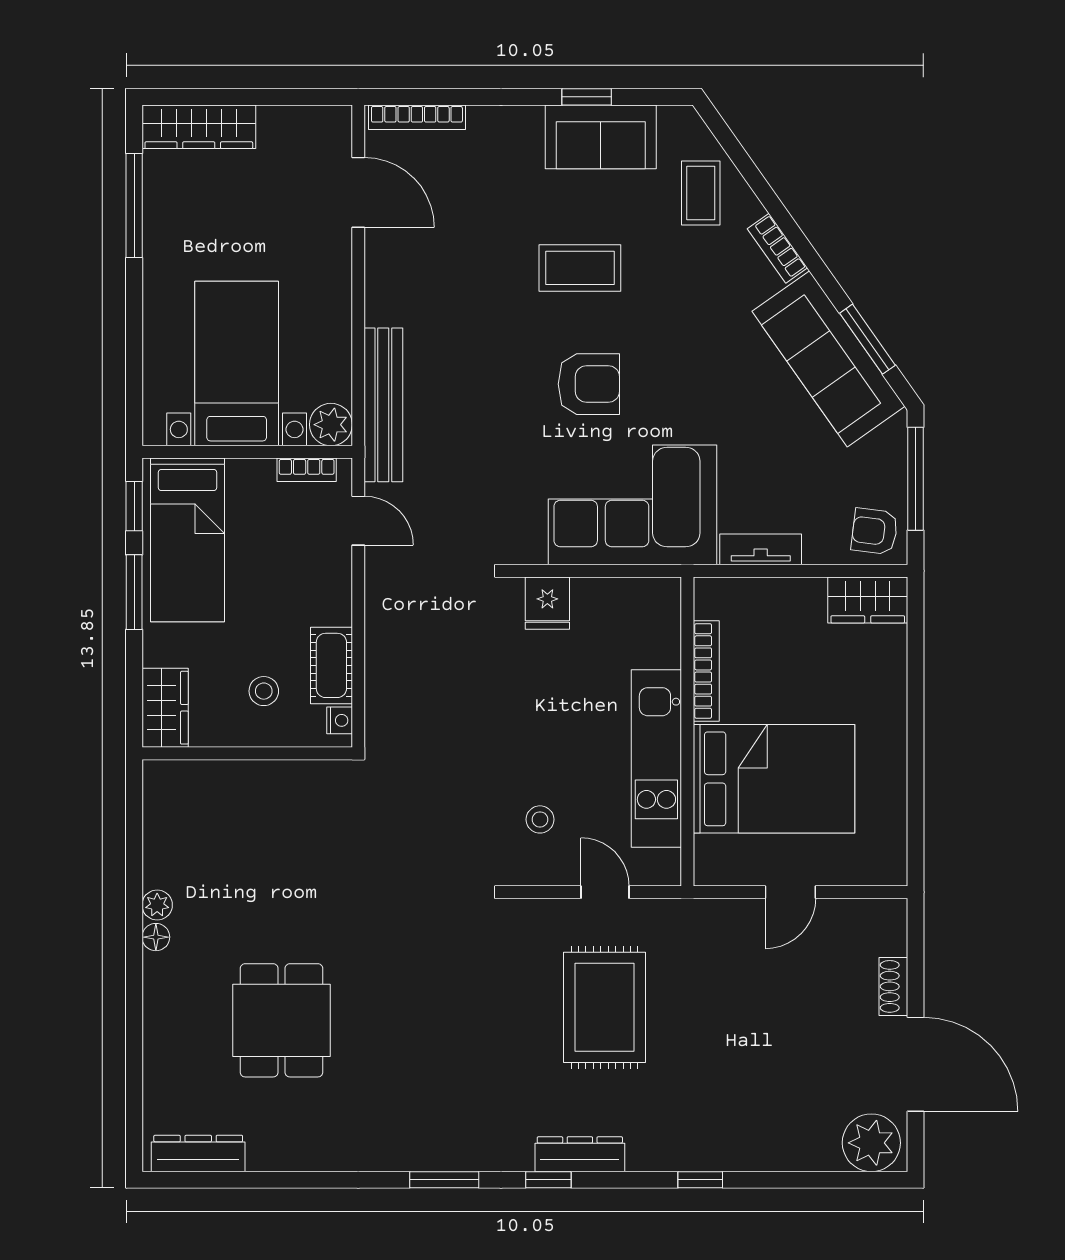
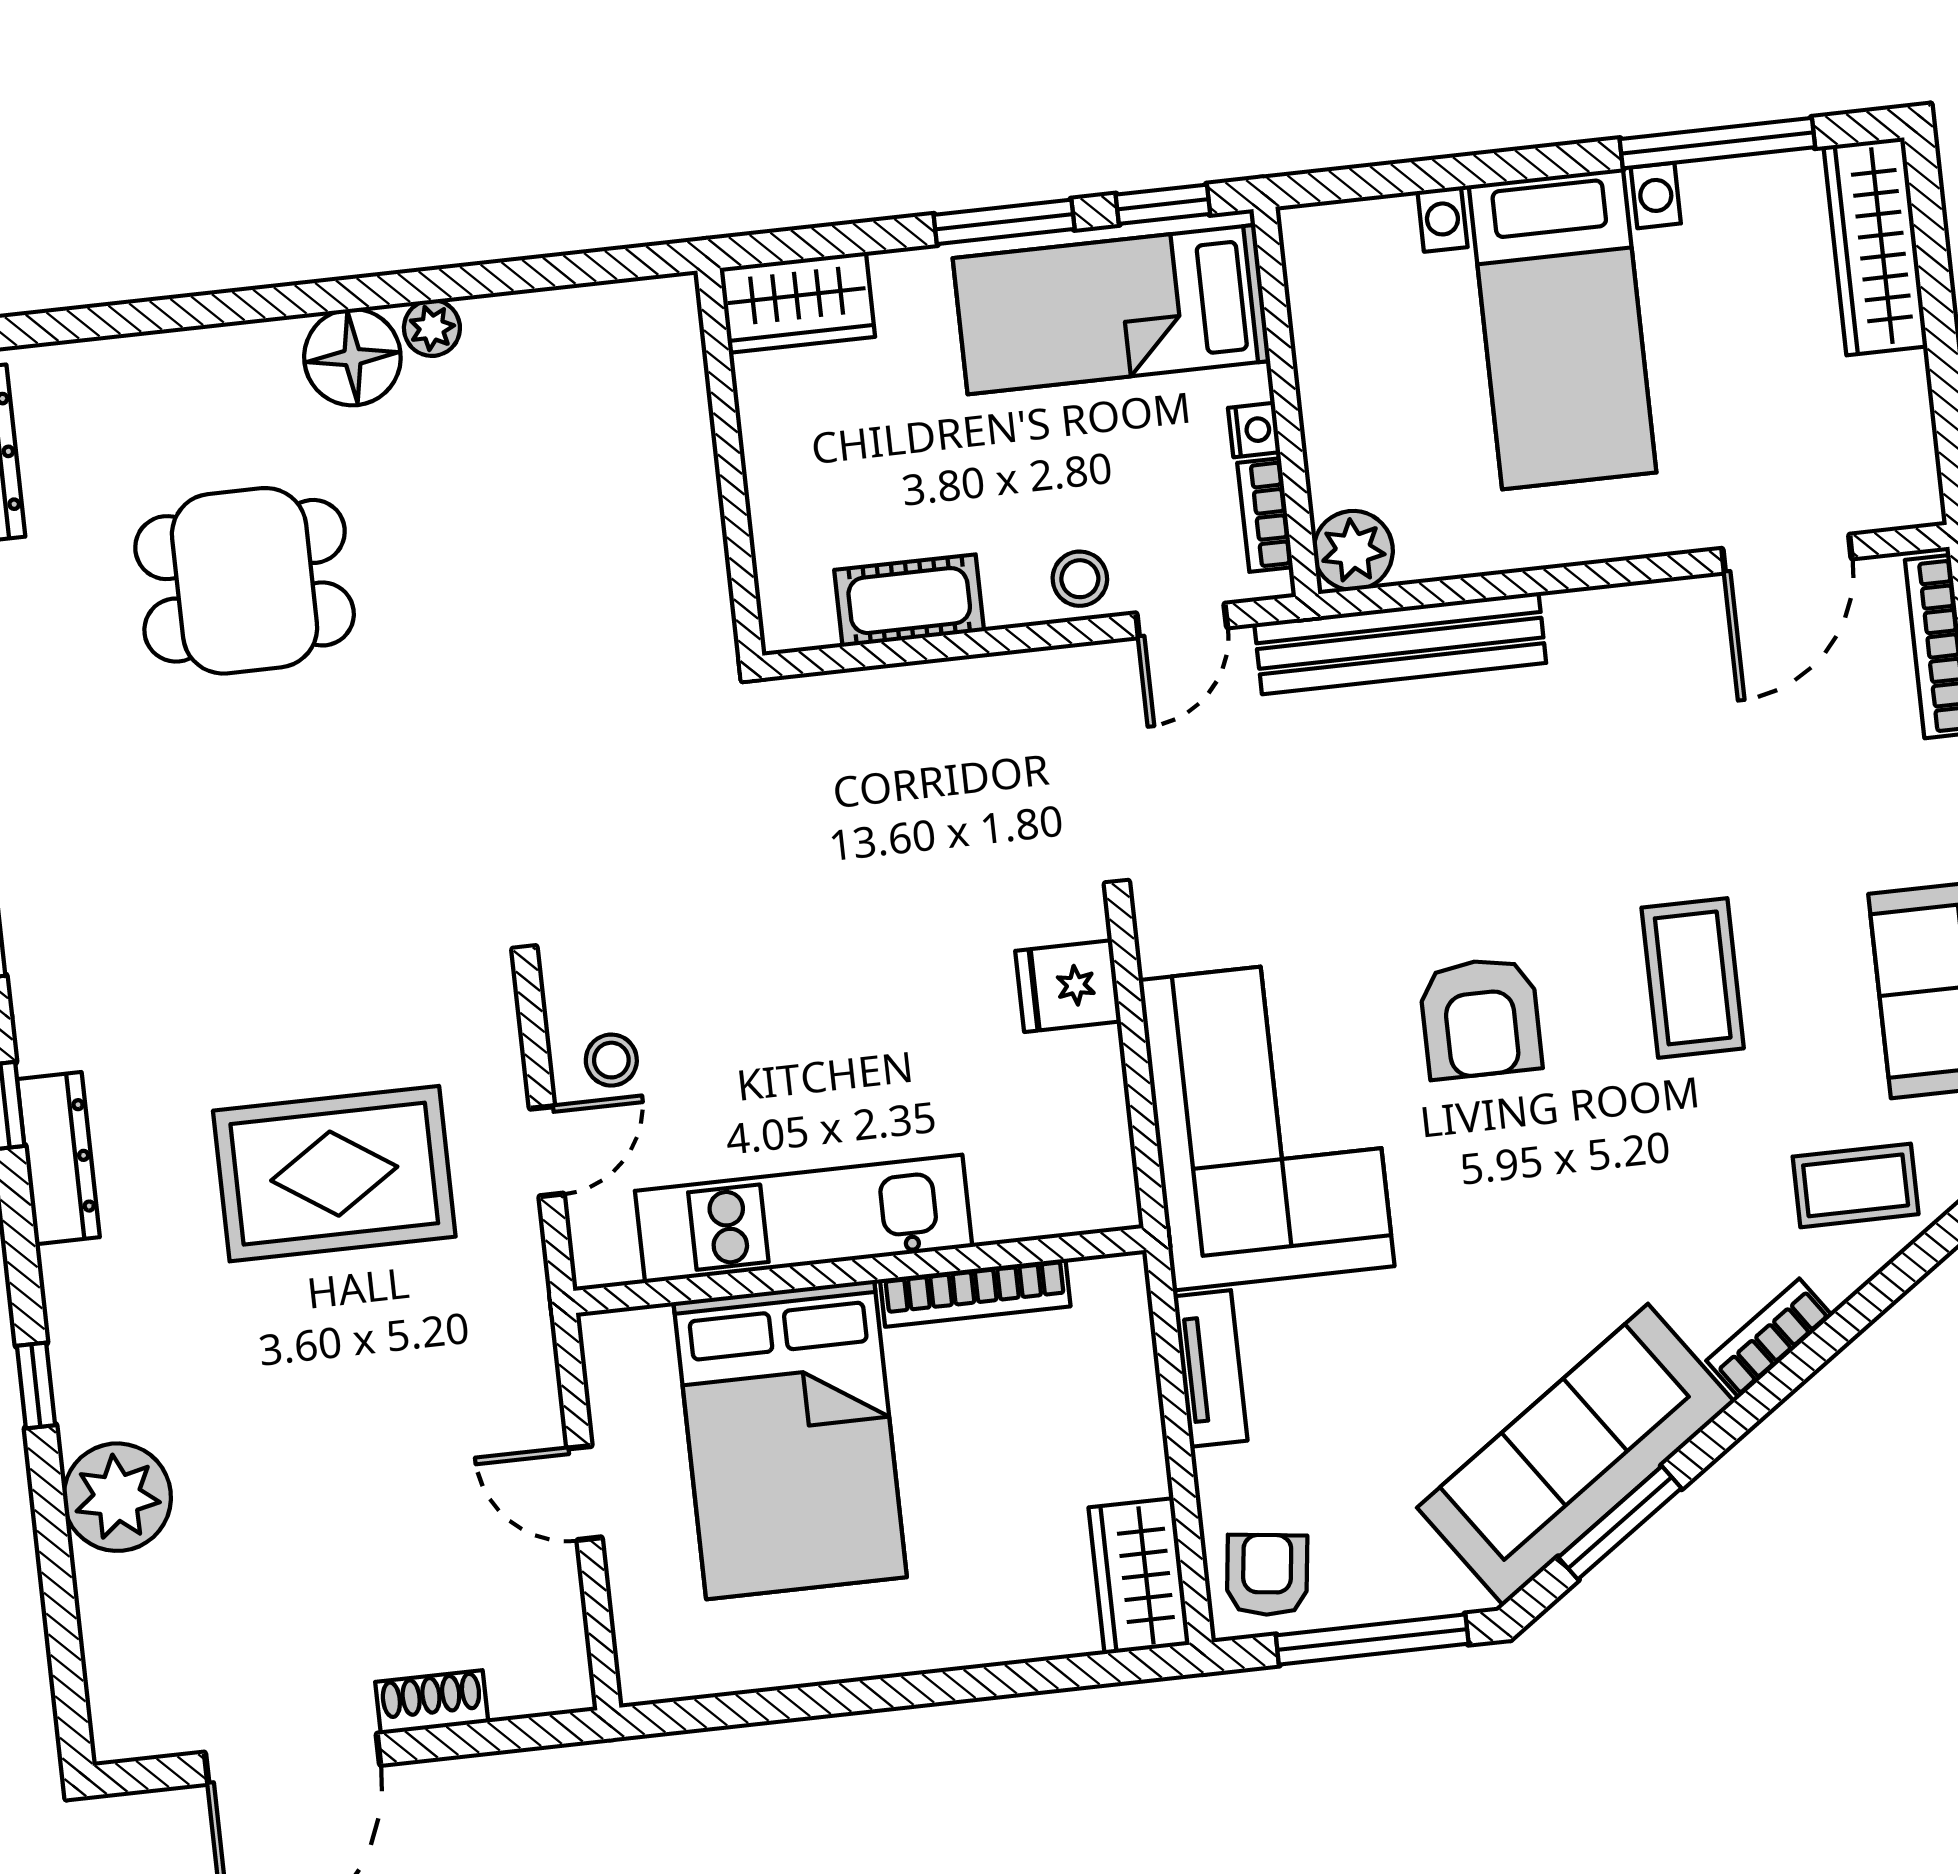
bed with nightstands: (237, 363) -> (1563, 329), moved, turned 90
stool: (264, 691) -> (1080, 579), moved
nightstand: (340, 720) -> (1254, 430), moved, turned -90
stool: (540, 819) -> (611, 1060), moved
floor lamp: (156, 937) -> (352, 357), width x1.89, depth x1.89
plant: (871, 1143) -> (117, 1497), moved

